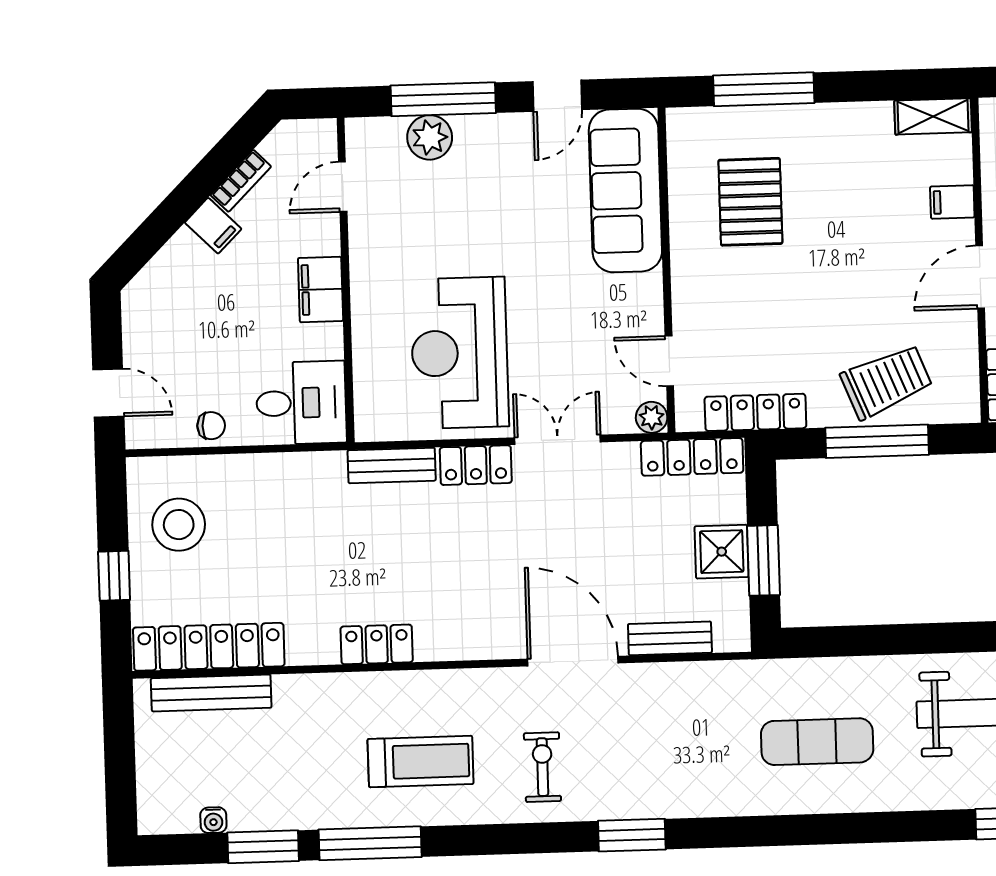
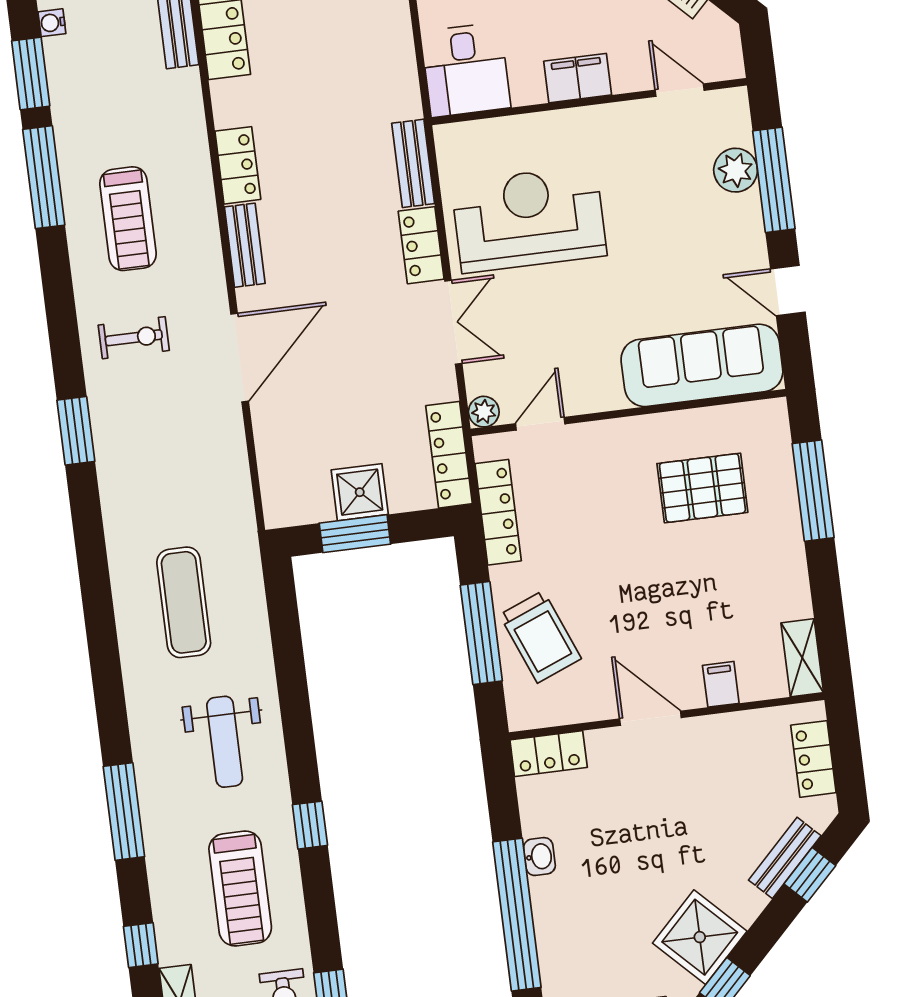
bench: (670, 638) -> (245, 245), moved

